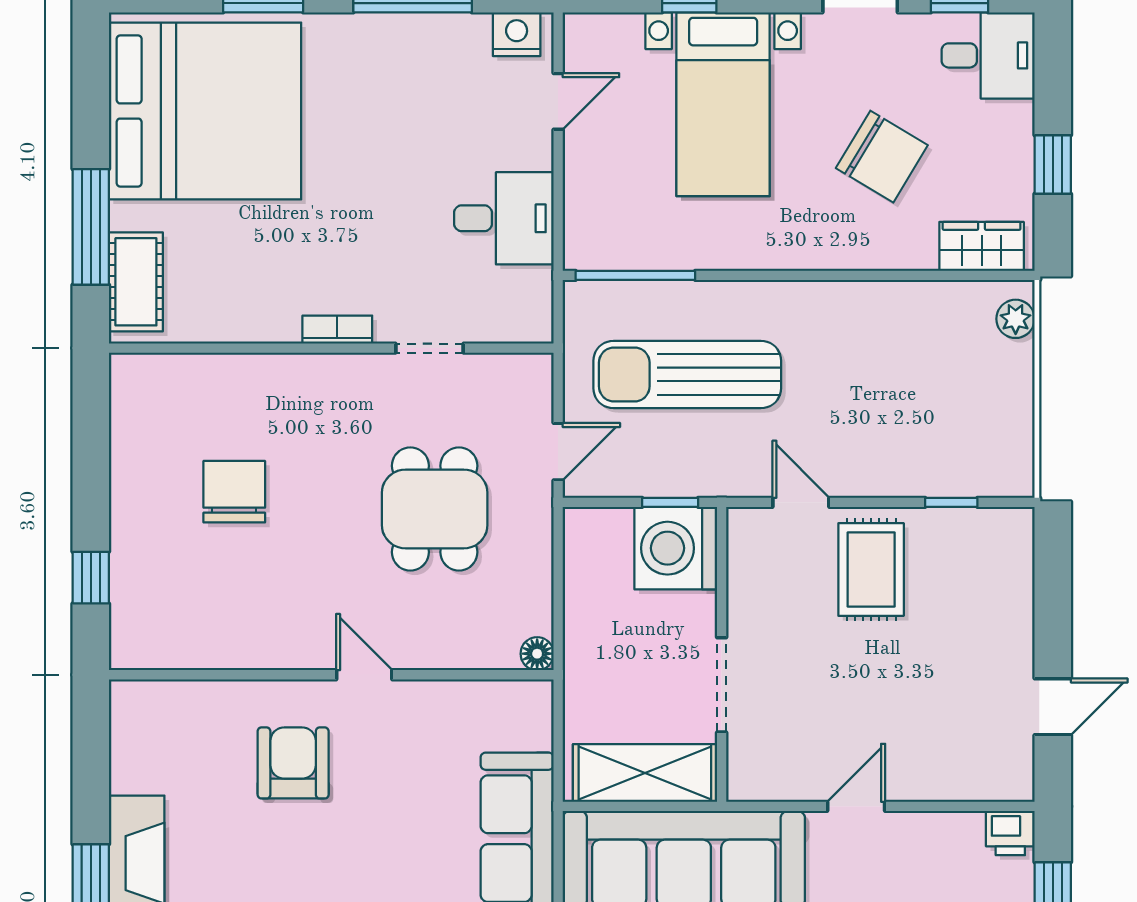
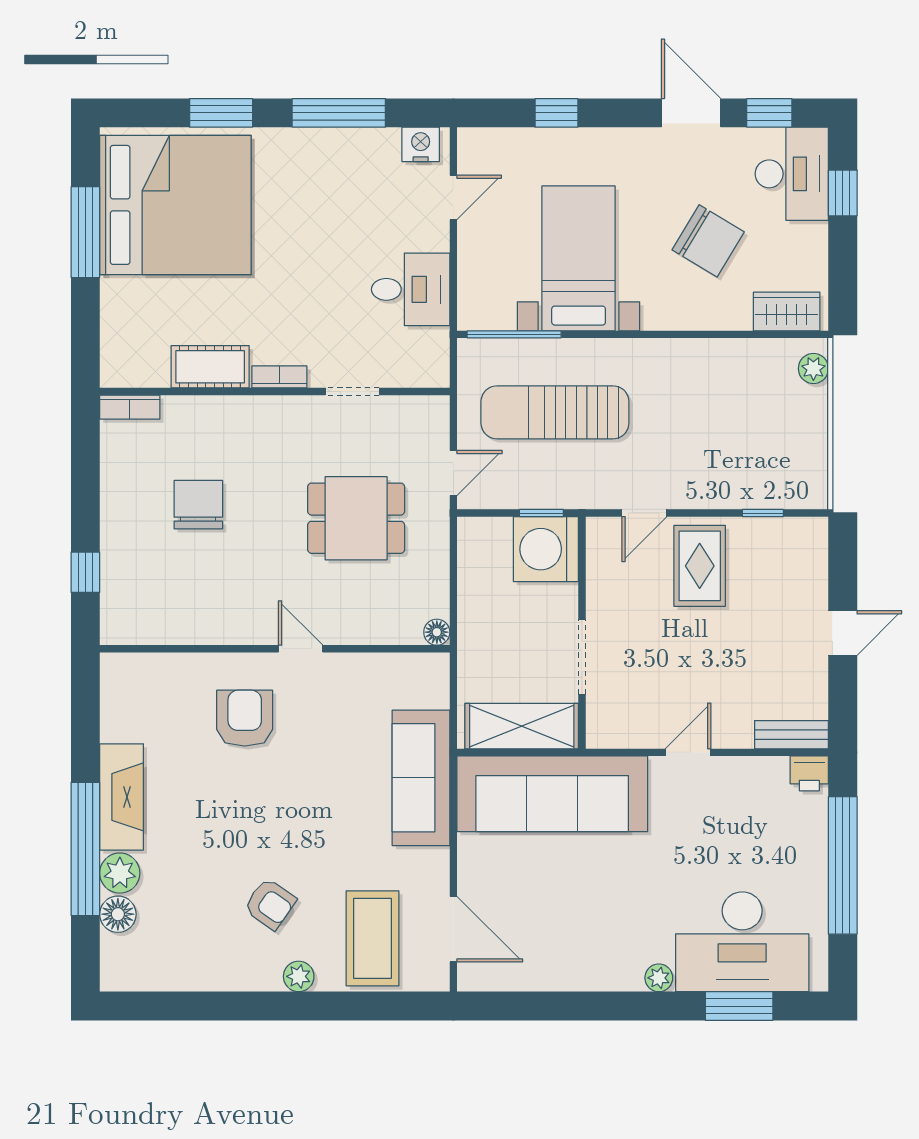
desk: (988, 55) -> (792, 174), width x1.37
bed with nightstands: (723, 104) -> (579, 258), moved, turned 180
window: (1053, 165) -> (843, 193), moved
window: (91, 227) -> (85, 232), moved
cot: (136, 282) -> (210, 367), moved, turned 90
bookcase: (147, 368) -> (130, 407), added
door: (801, 502) -> (644, 513), swing flipped
dining table: (435, 509) -> (356, 518), turned 90
door: (1053, 707) -> (843, 633), moved
bench: (988, 784) -> (791, 735), added

